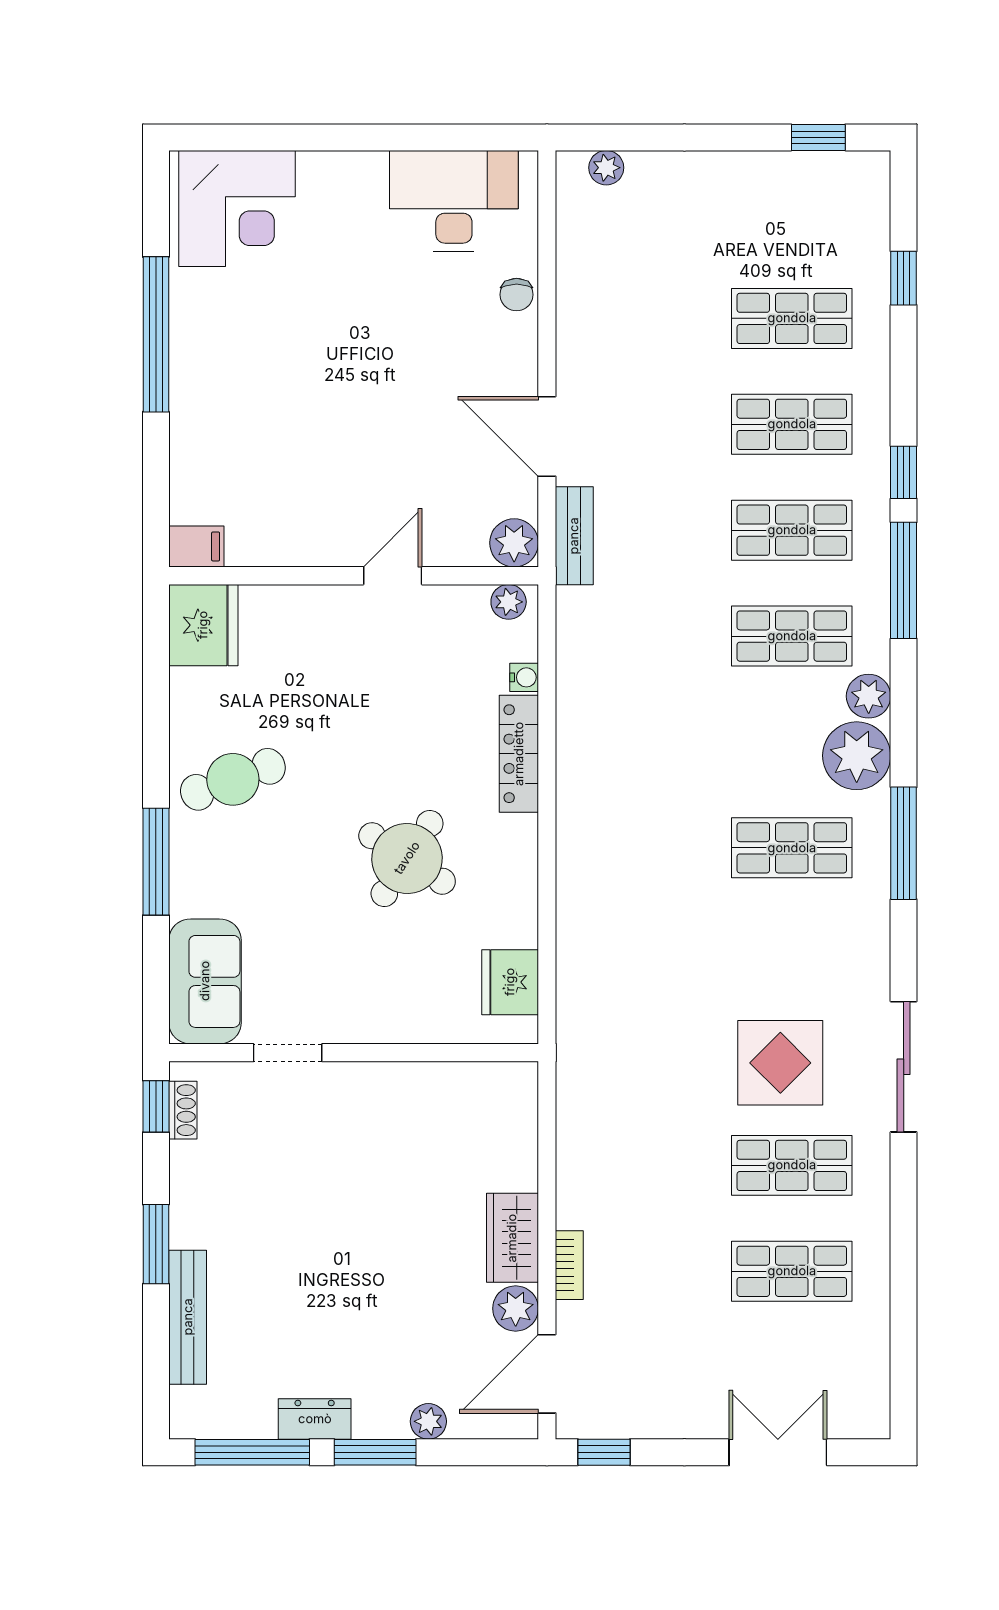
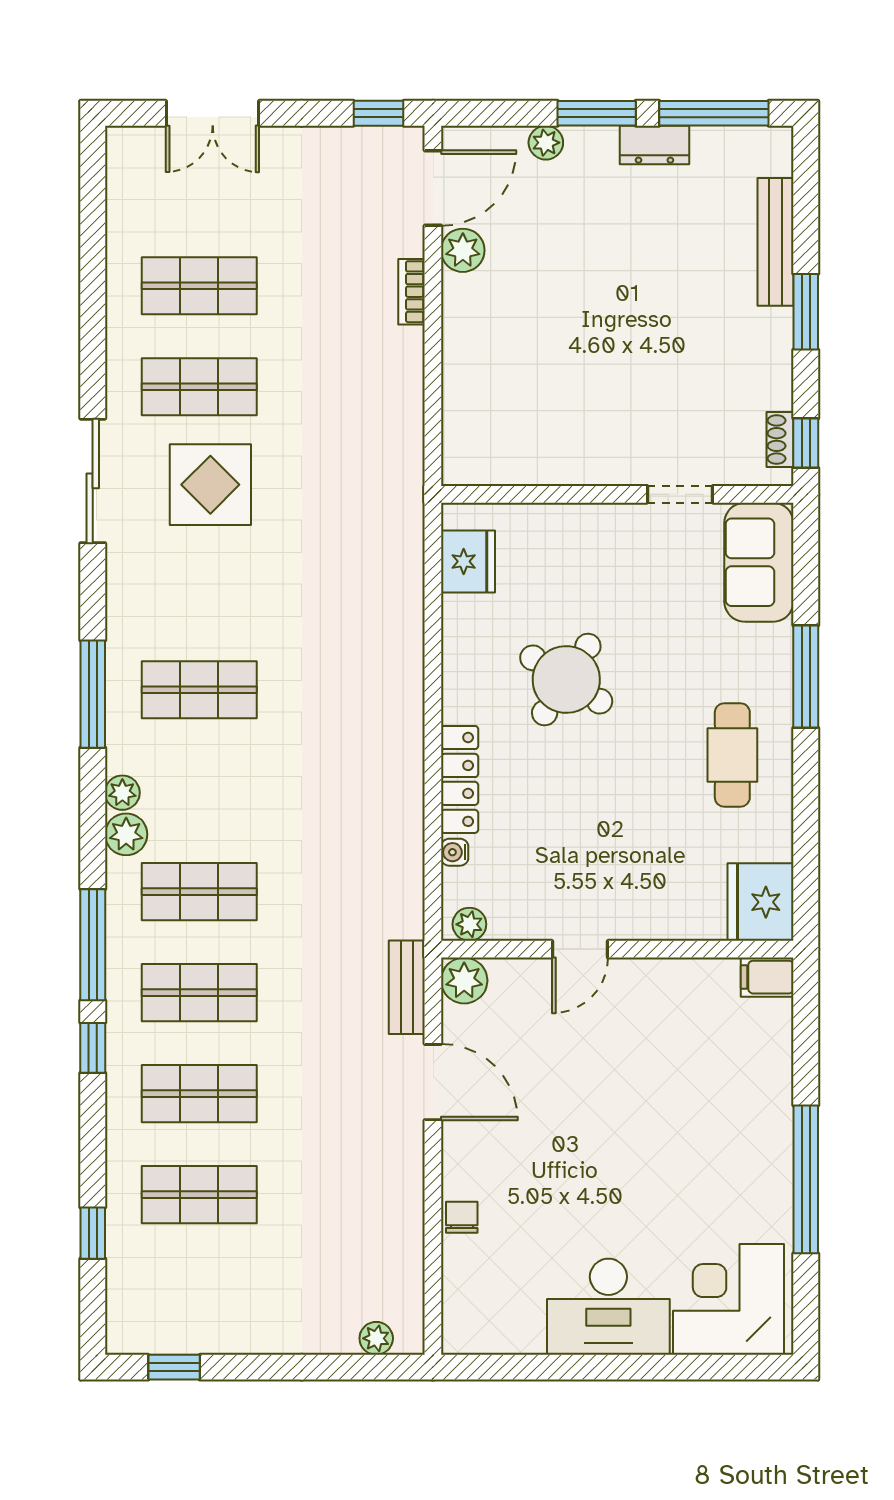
desk: (454, 201) -> (608, 1307), moved
plant: (857, 756) -> (122, 793), width x0.53, depth x0.53
cafe table: (233, 779) -> (732, 755), turned -70
wardrobe: (512, 1238) -> (466, 318), removed

